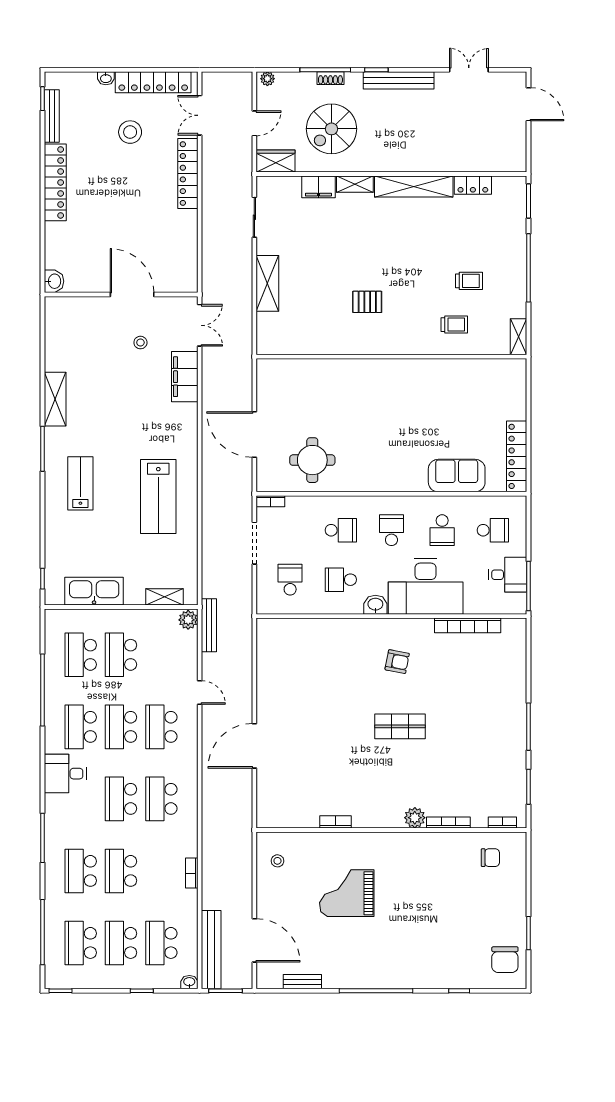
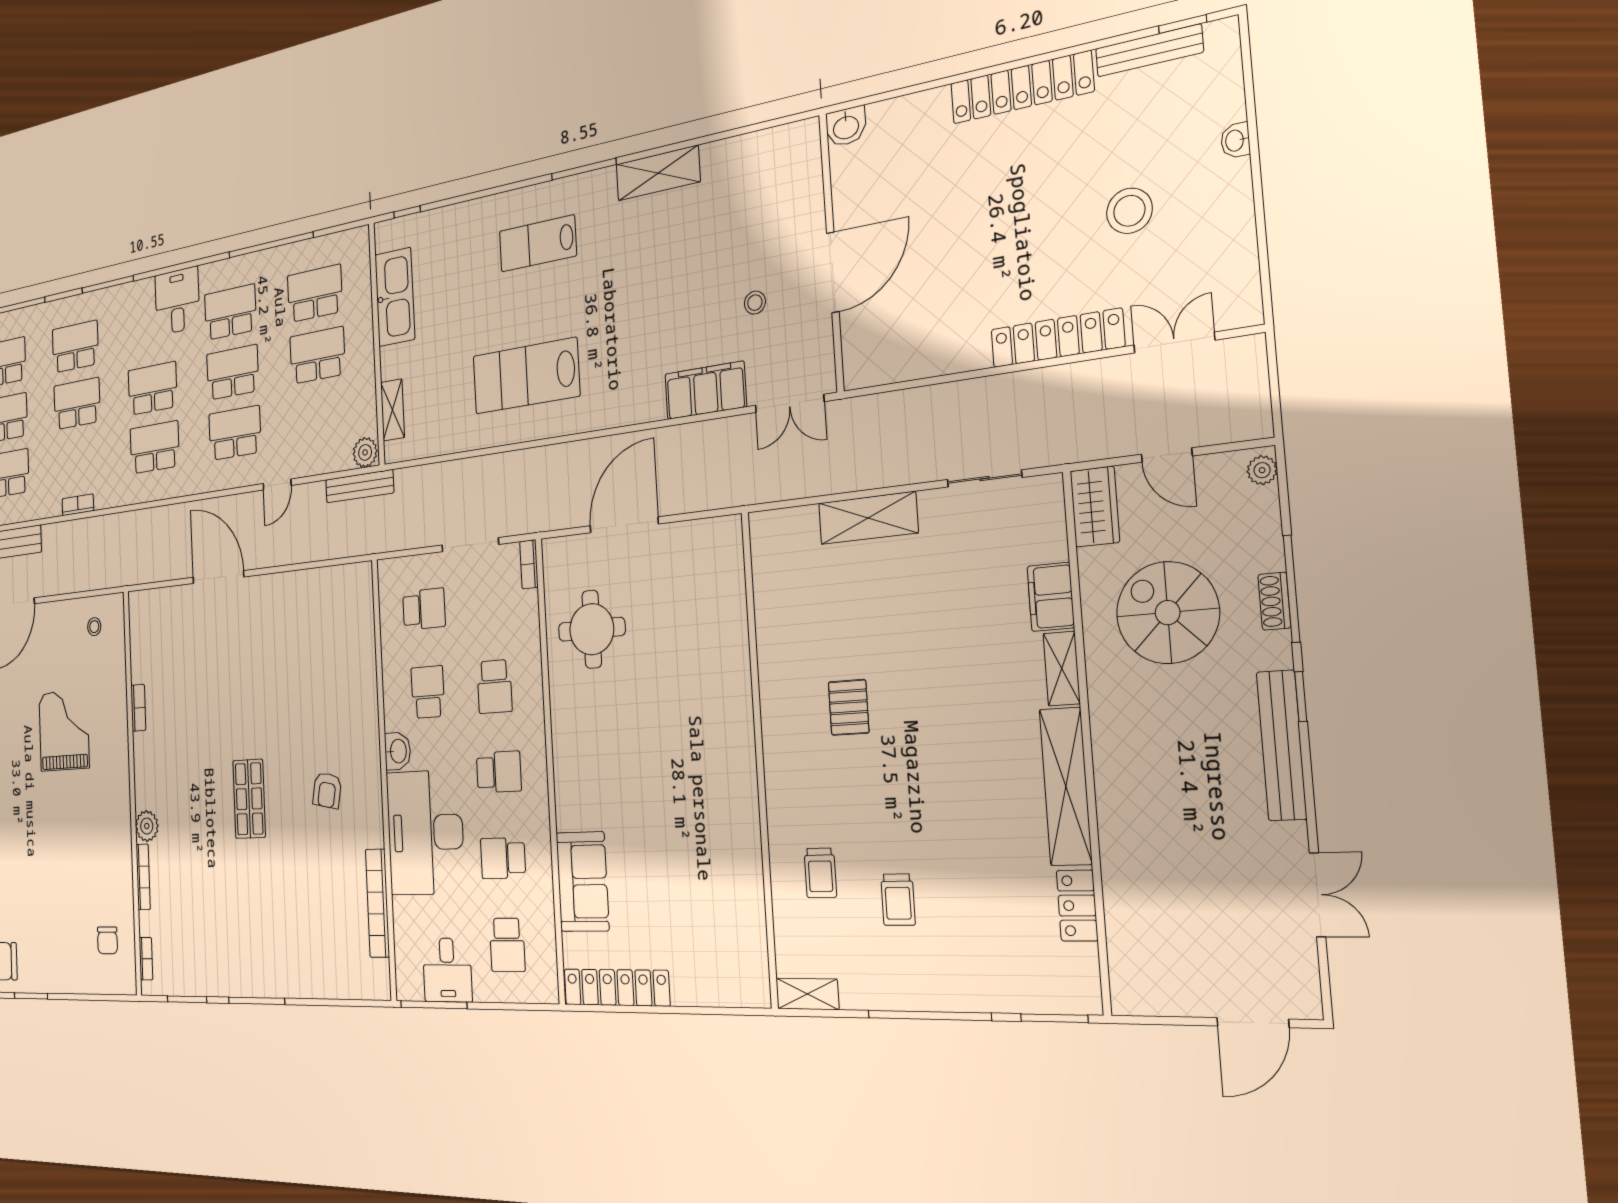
locker: (153, 82) -> (1235, 238), removed
lab bench: (80, 483) -> (538, 243), turned 180

